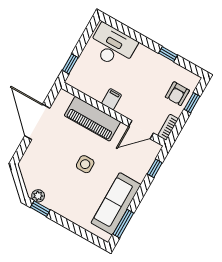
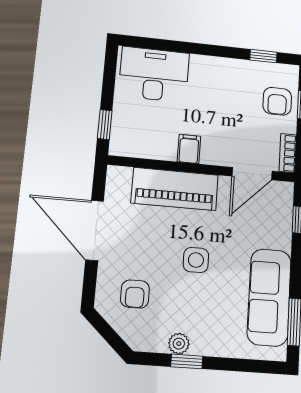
window: (168, 54) -> (263, 56), moved
armchair: (43, 167) -> (135, 294), added
plant: (38, 196) -> (179, 344), moved
window: (40, 209) -> (187, 361), moved

